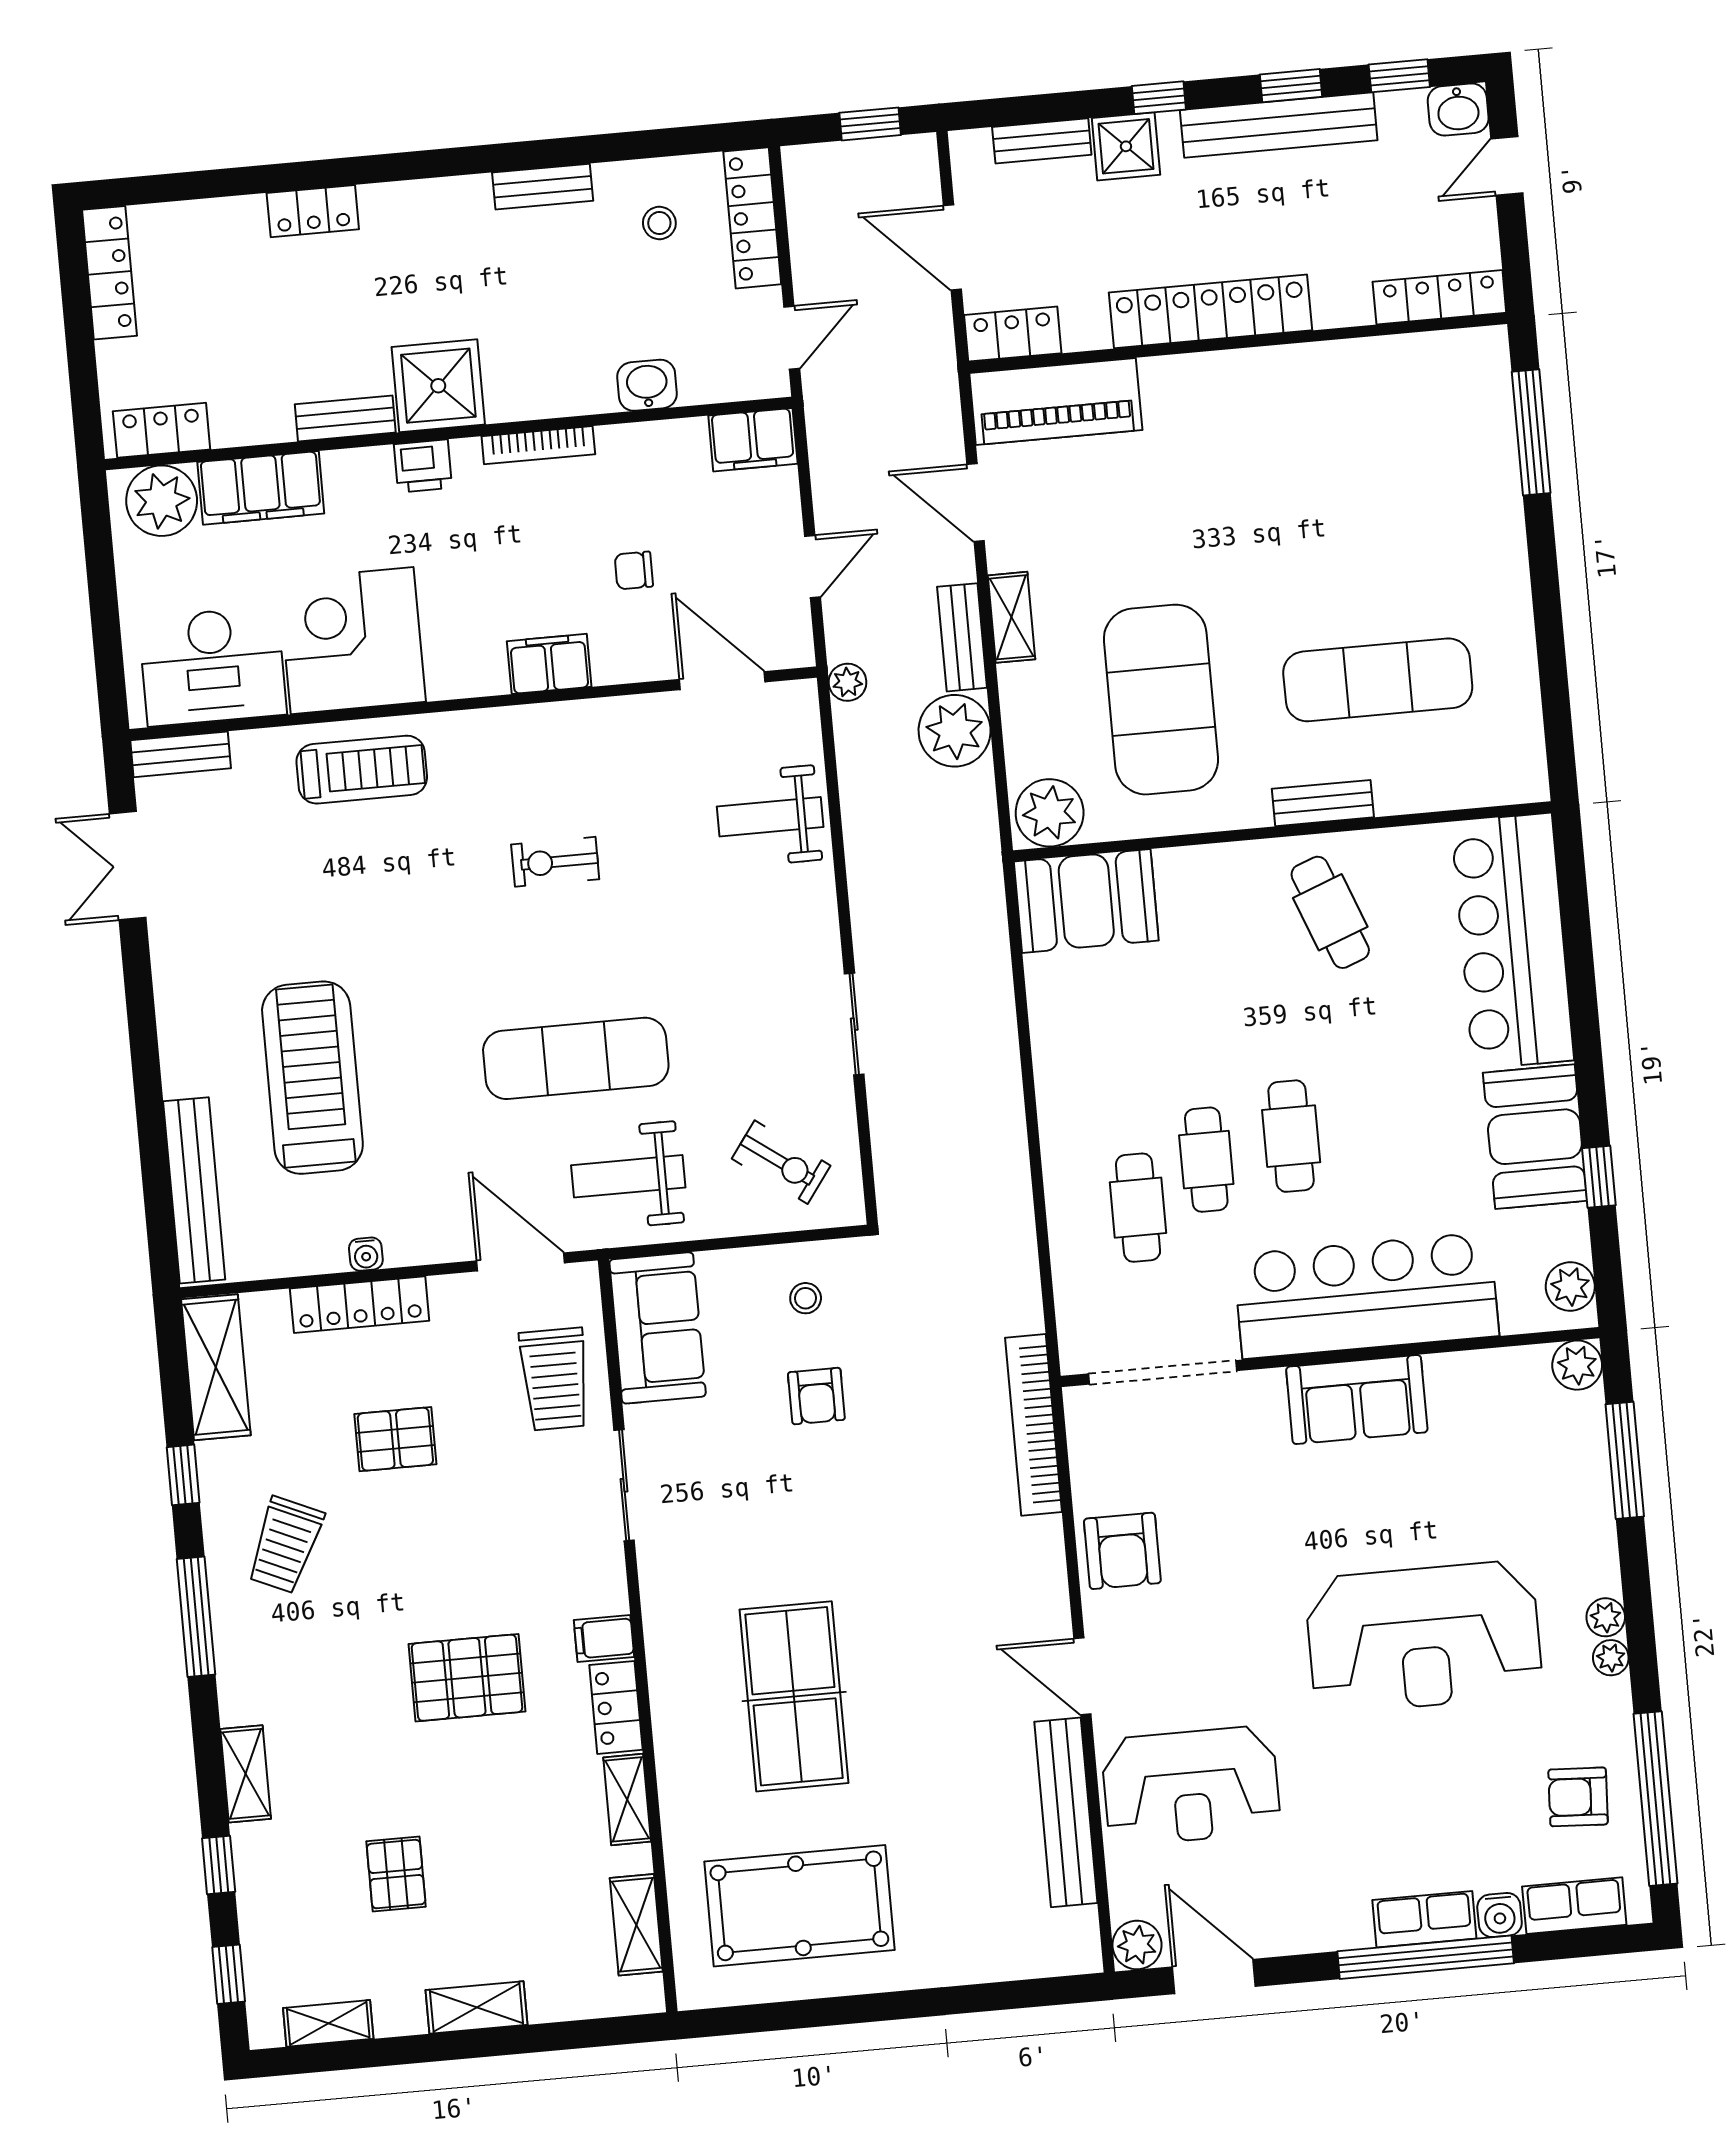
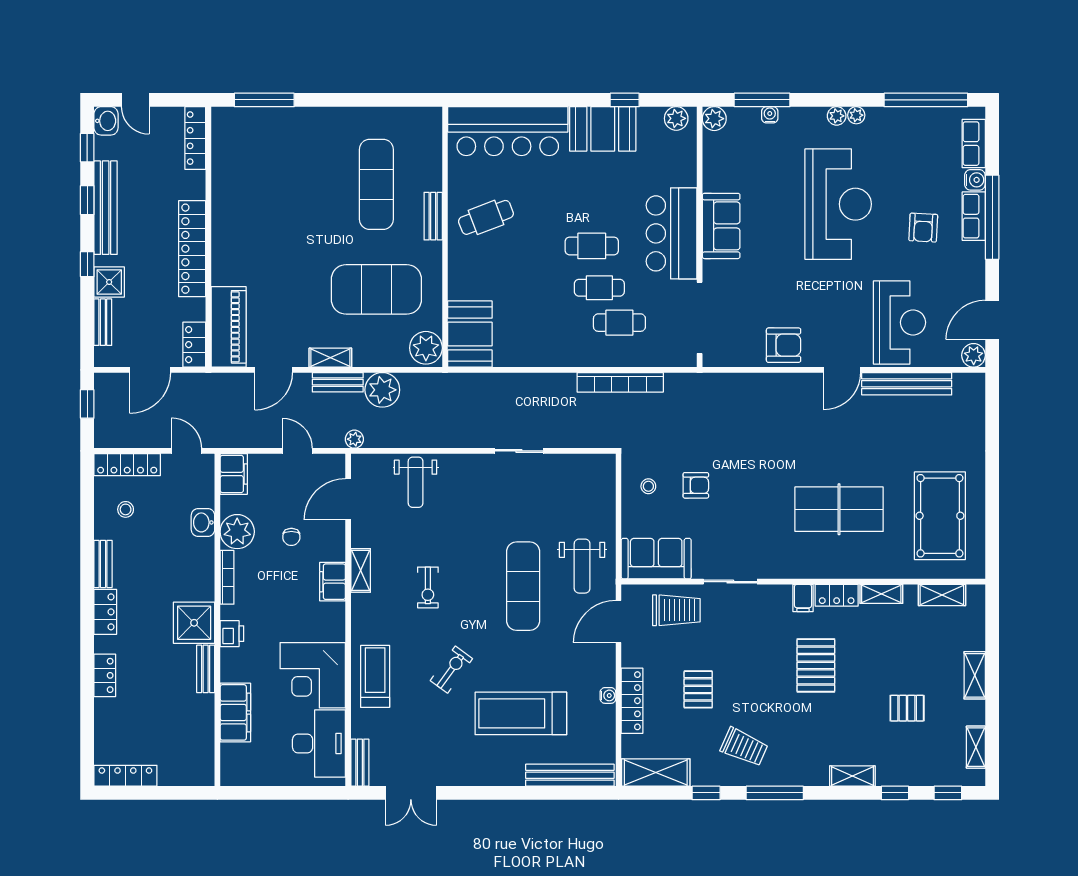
locker: (162, 430) -> (105, 612), moved, turned 180
plant: (162, 501) -> (237, 532), moved
shelving: (578, 720) -> (361, 570), added
exercise bike: (781, 1162) -> (451, 670), moved
bar counter: (1366, 1295) -> (672, 233), width x0.73
bookcase: (1033, 1425) -> (620, 382), moved
water cooler: (1595, 1479) -> (770, 115), added
armchair: (1578, 1797) -> (923, 228), moved

